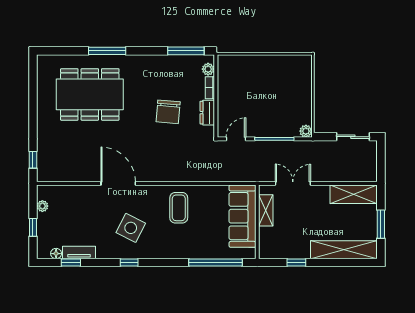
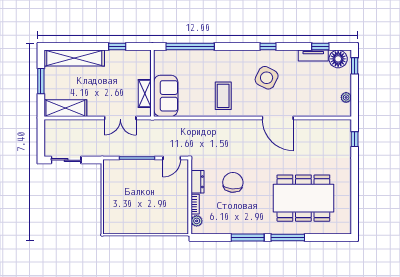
window: (186, 51) -> (248, 237), moved
plant: (306, 131) -> (109, 165), removed
sofa: (242, 216) -> (166, 96), width x0.73
window: (33, 227) -> (355, 66), moved
floor lamp: (56, 254) -> (338, 59), width x1.89, depth x1.89

